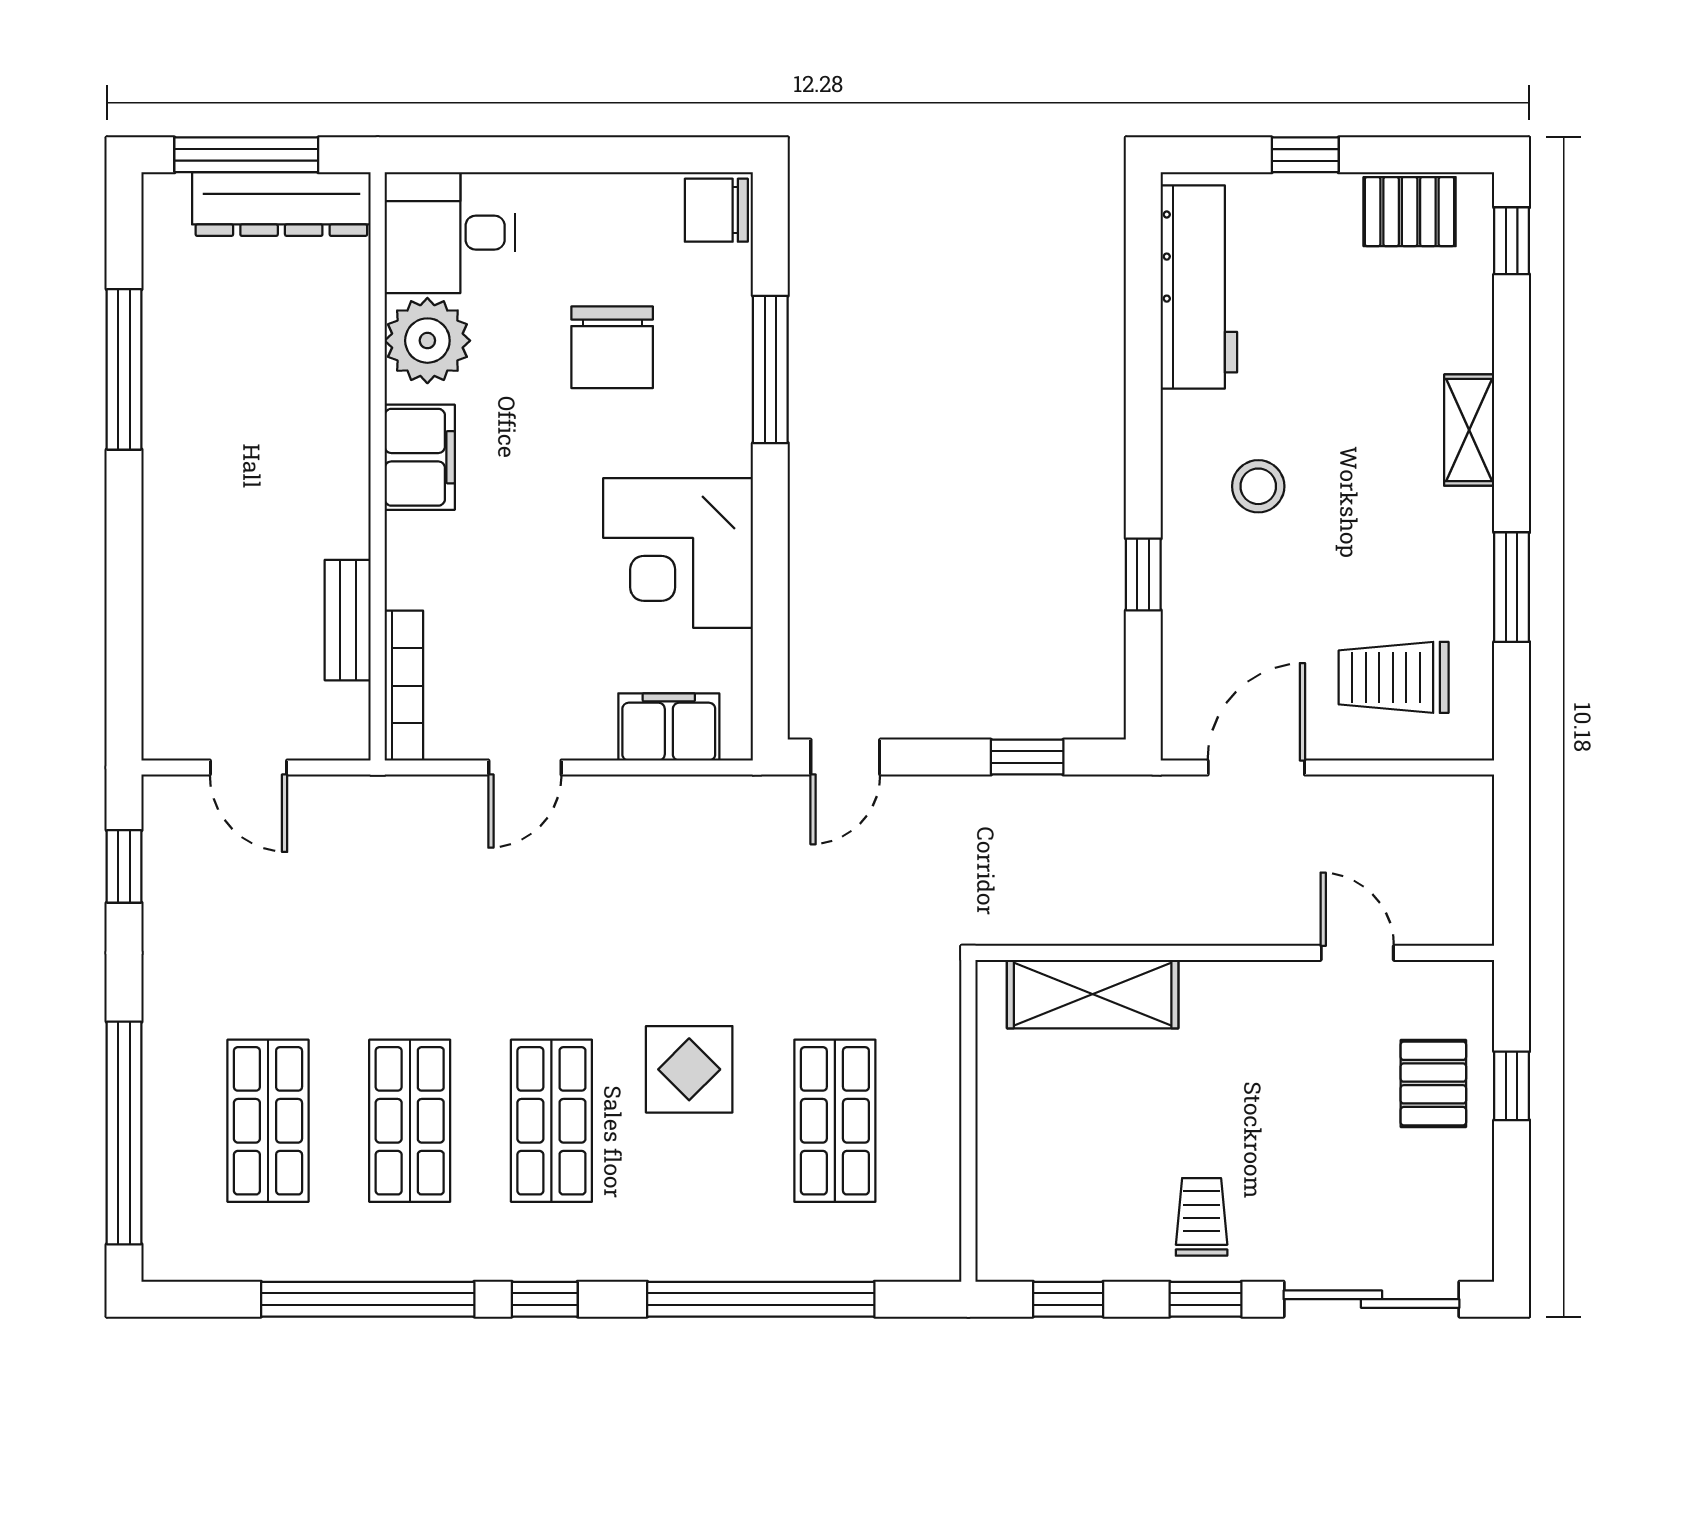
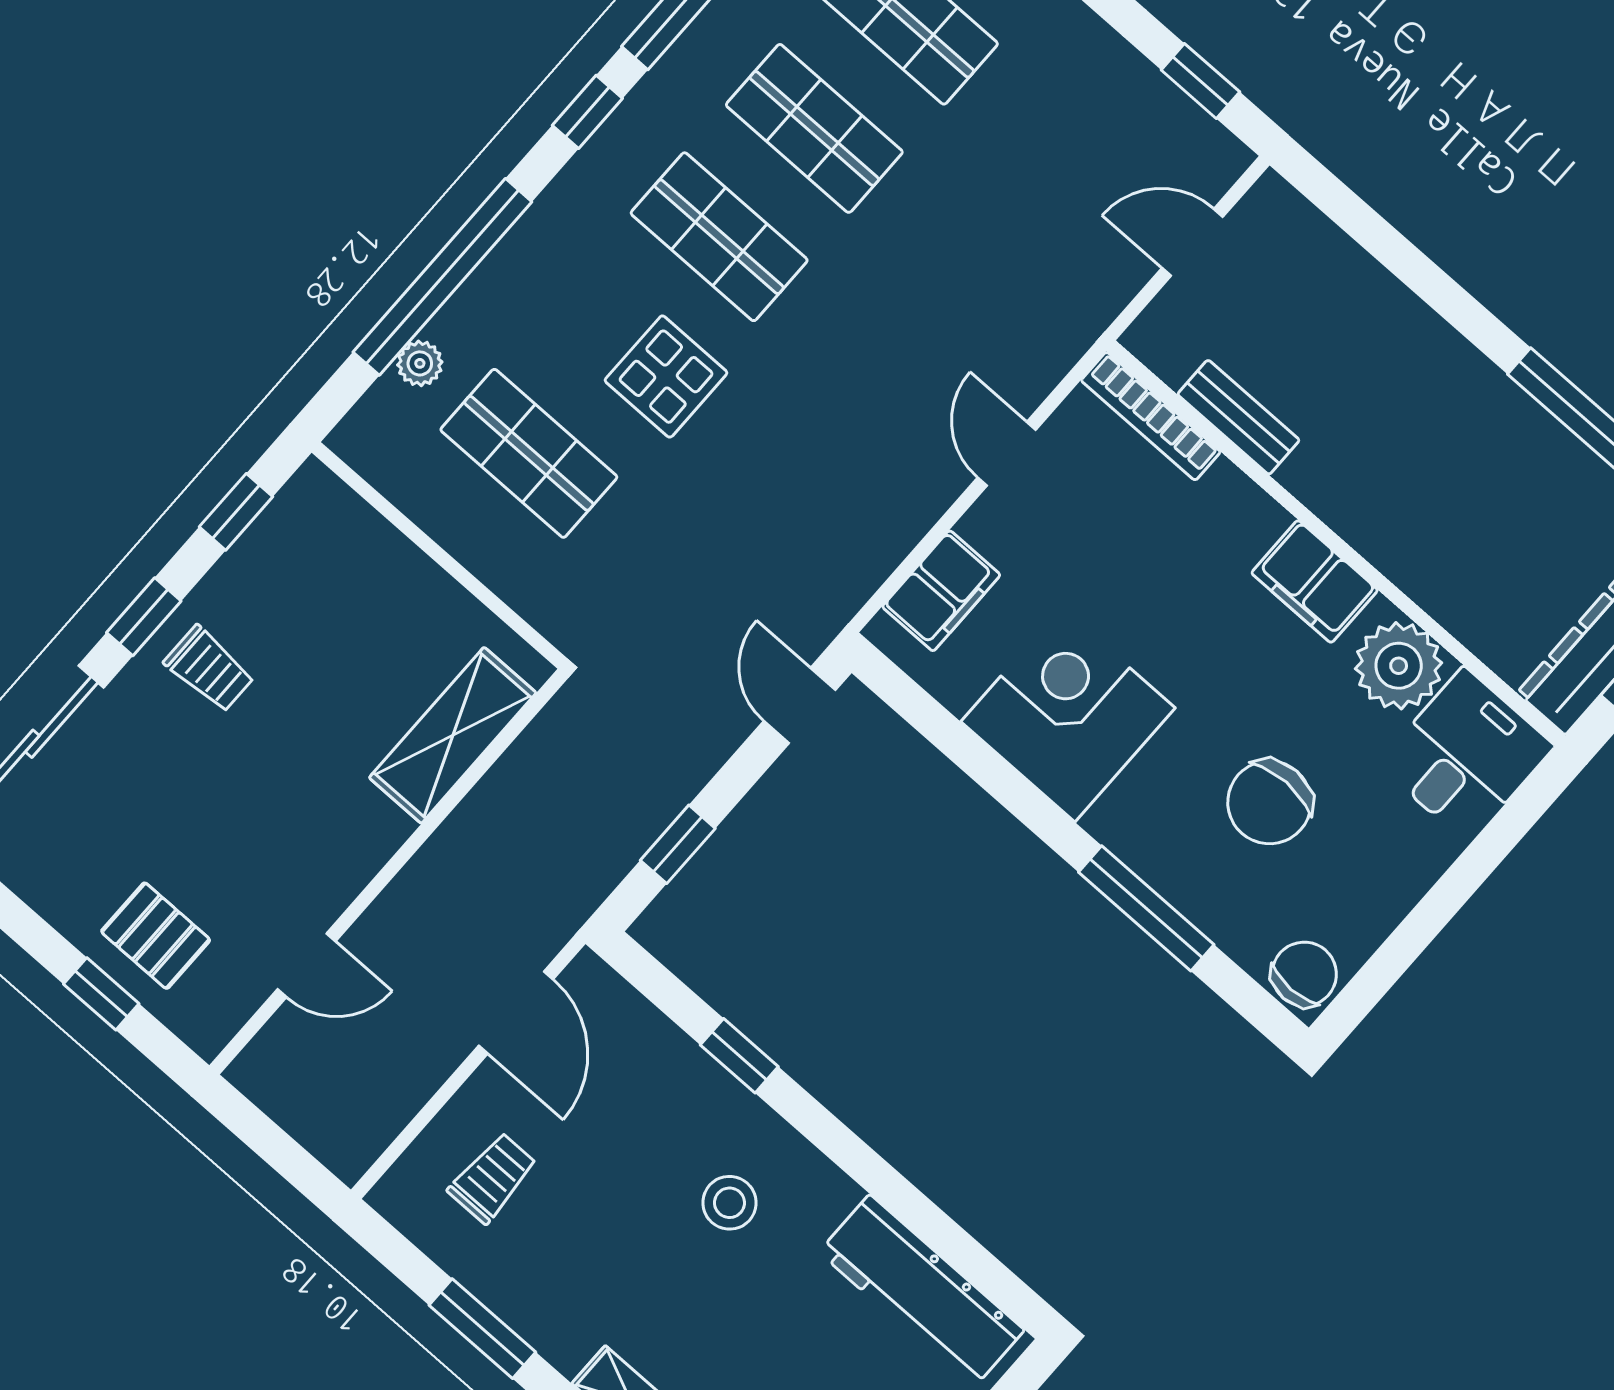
chair: (612, 347) -> (1269, 802), turned -90
trolley: (1394, 677) -> (493, 1178), width x0.73, depth x0.72
plant: (839, 1260) -> (420, 363), added

